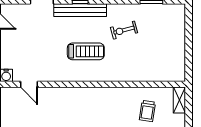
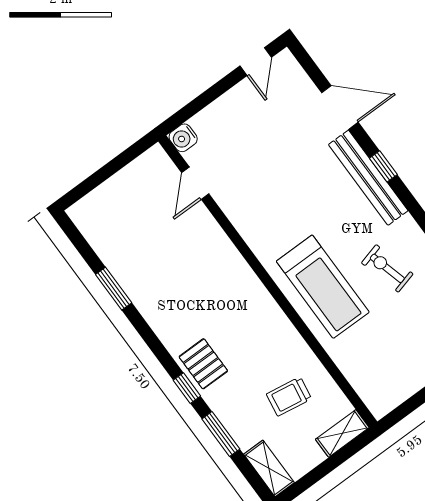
treadmill: (86, 51) -> (323, 287), moved, width x1.37, depth x1.38

